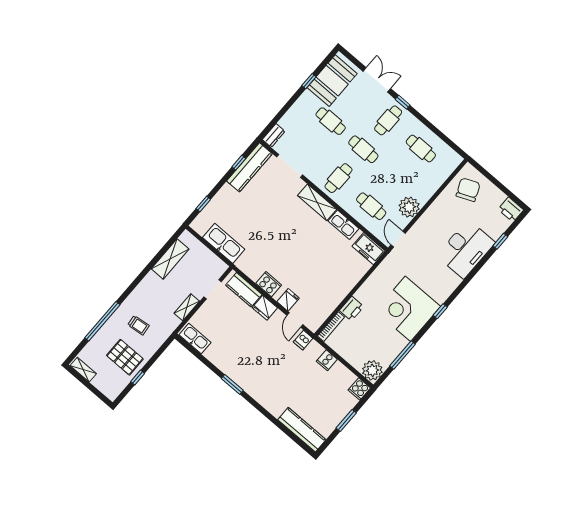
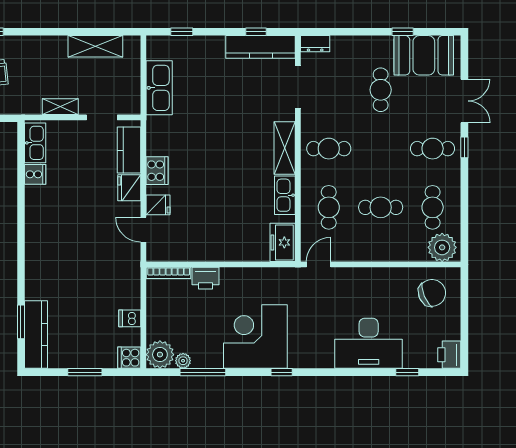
cafe table: (363, 149) -> (381, 207), moved, turned 90
plant: (409, 207) -> (442, 247), moved
door: (295, 320) -> (143, 230), hinge flipped
dishwasher: (303, 340) -> (130, 318), moved
cooker: (327, 360) -> (35, 174), moved, turned 180
plant: (387, 361) -> (183, 361), added
window: (232, 384) -> (21, 322), moved

